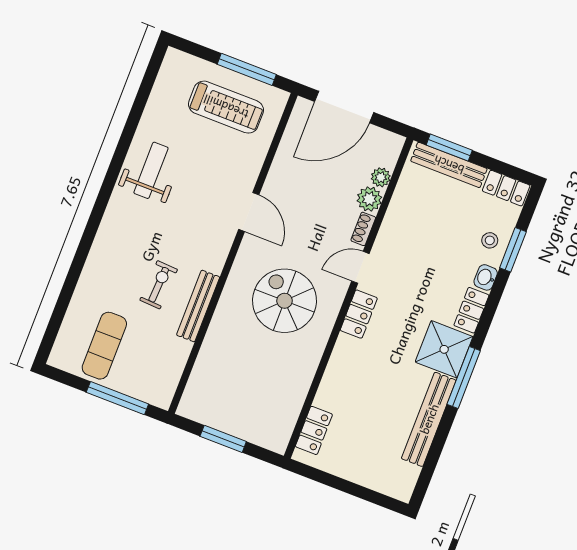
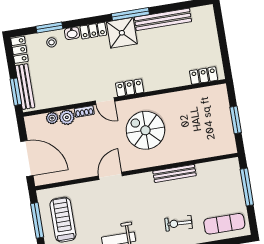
exercise bike: (159, 285) -> (179, 223), moved
spiral stairs: (284, 301) -> (145, 130), turned 90
exercise mat: (104, 346) -> (224, 224), moved

